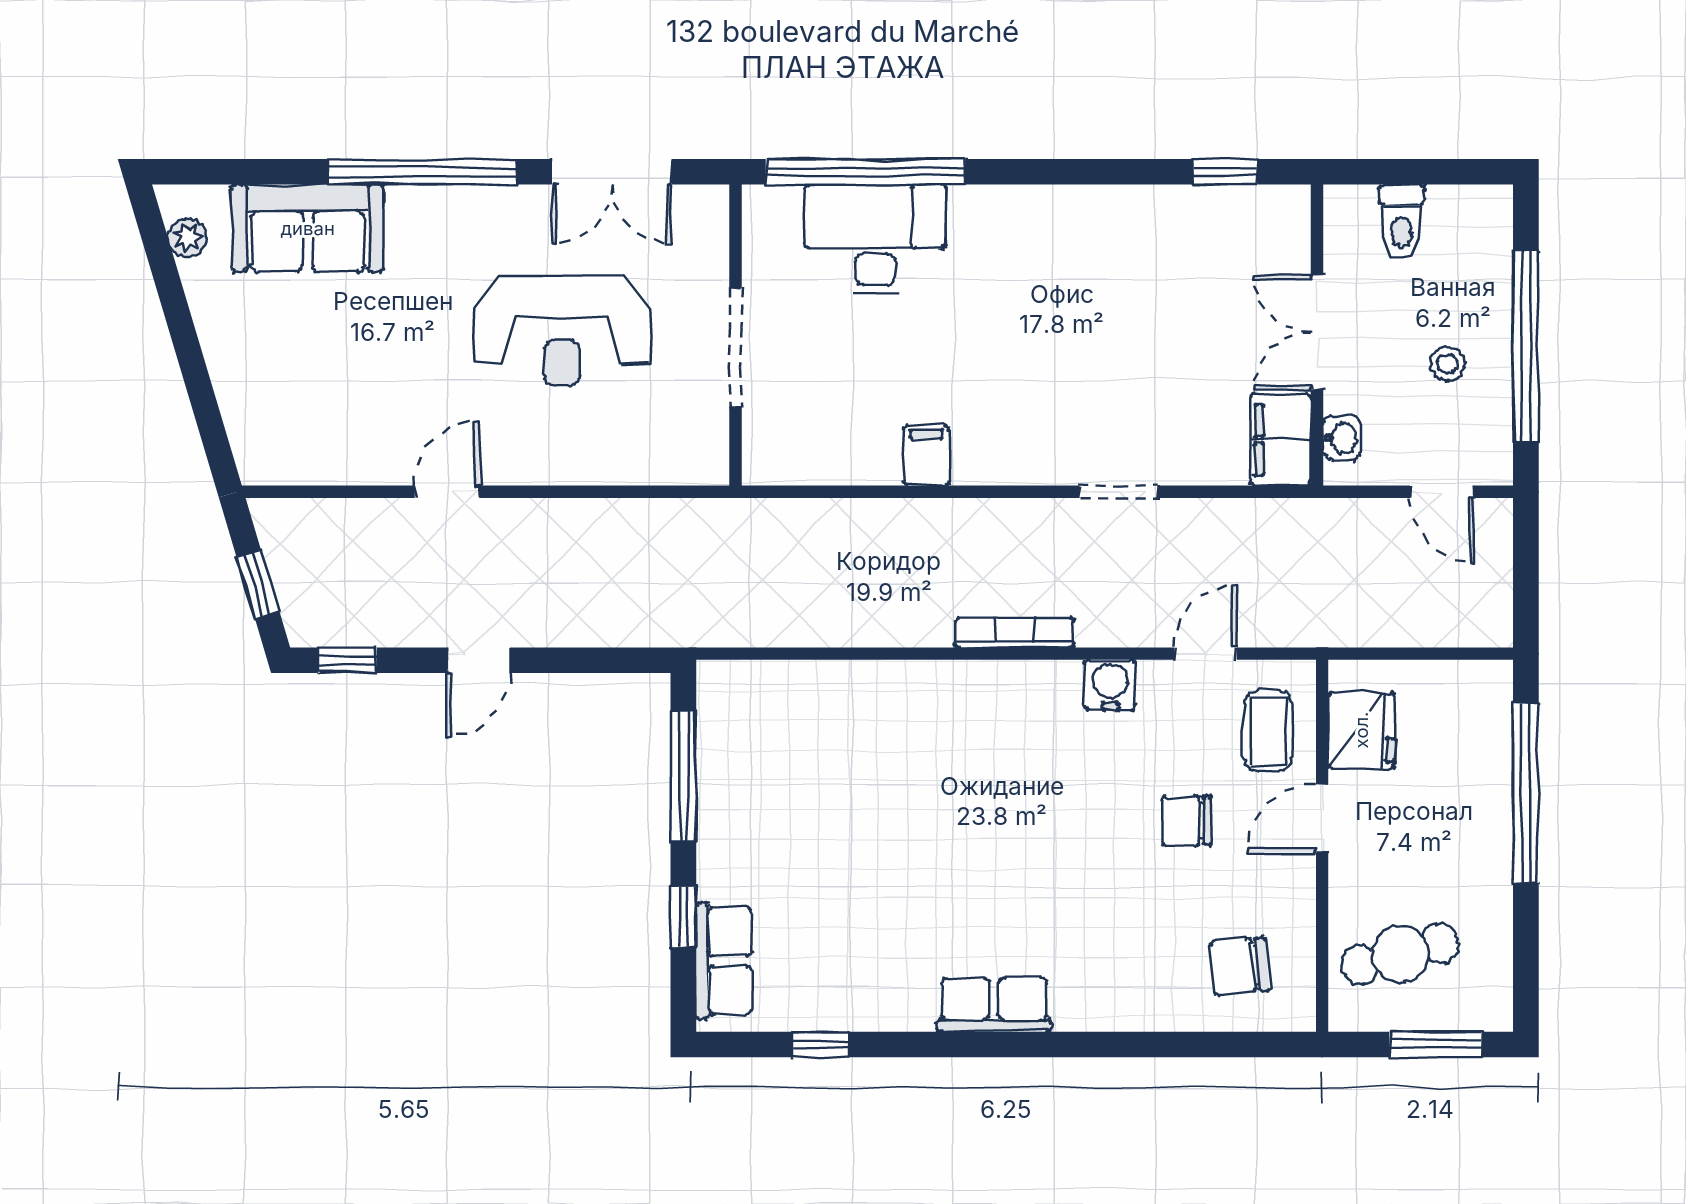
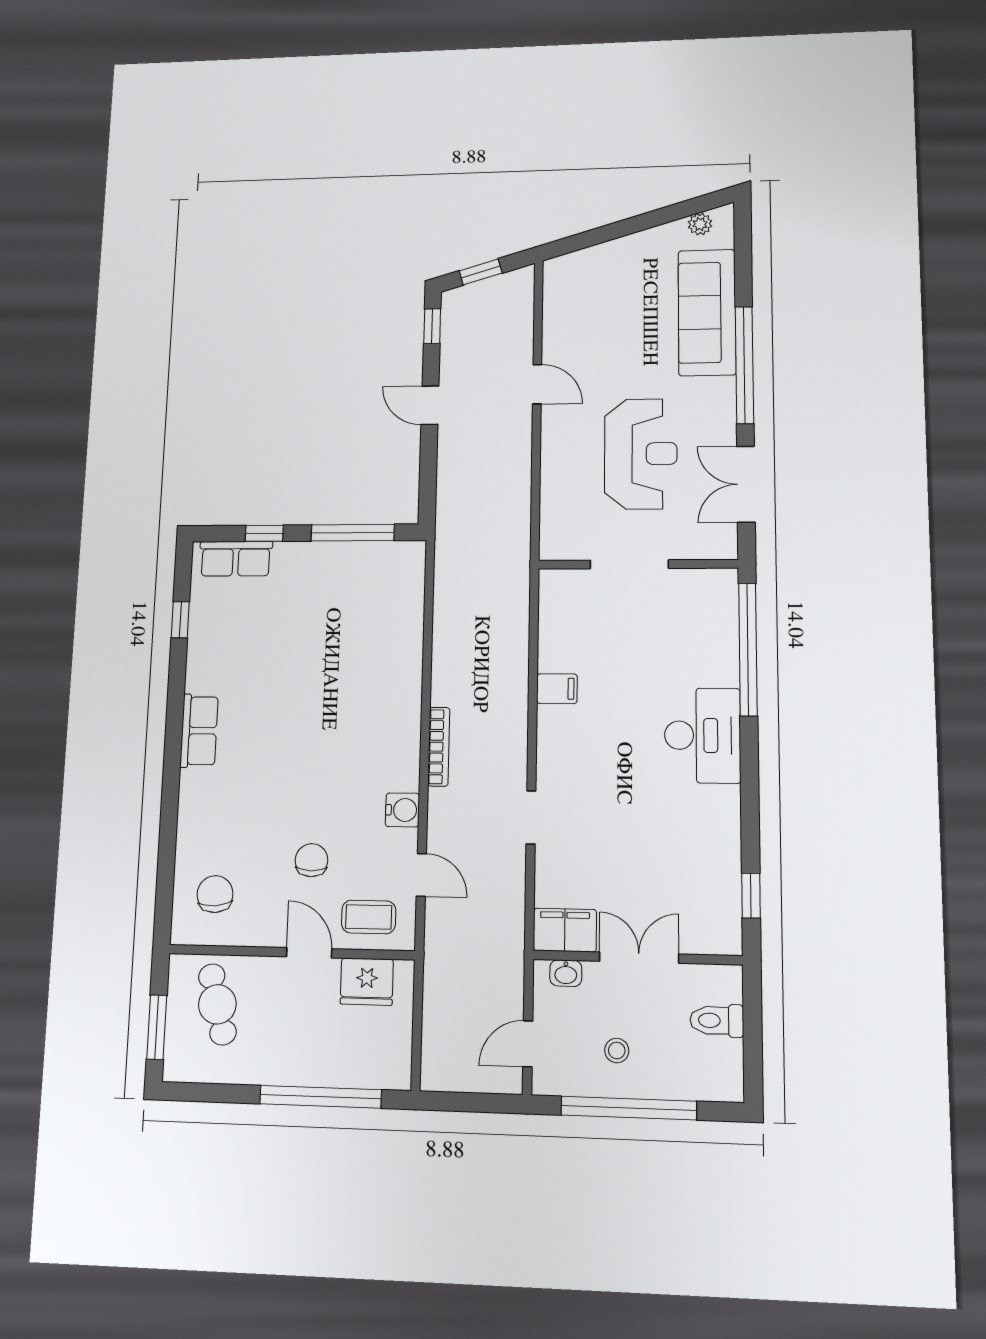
sofa: (308, 228) -> (707, 312), width x1.36
desk: (875, 240) -> (702, 735), moved
reception desk: (562, 331) -> (641, 454), turned 180

